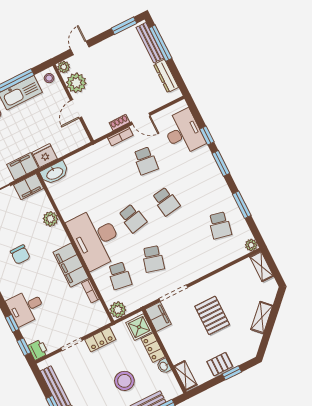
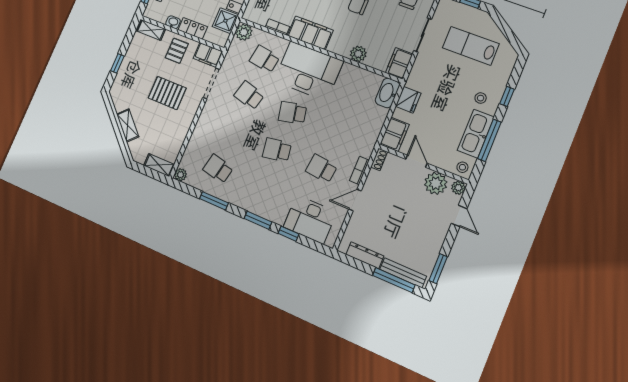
shoe rack: (119, 122) -> (379, 159), moved
filing cabinet: (23, 166) -> (395, 134), moved
shower: (139, 327) -> (225, 21), moved
pallet: (220, 364) -> (177, 51), moved

